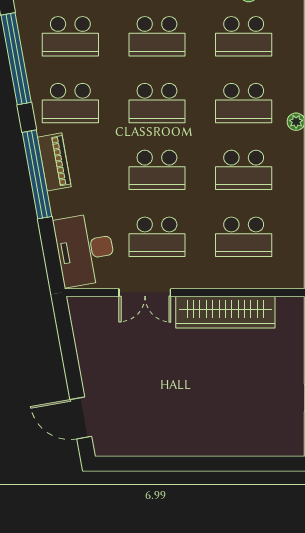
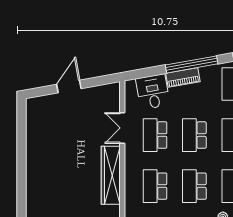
piano: (54, 162) -> (183, 77), moved
desk: (85, 250) -> (153, 92), width x0.73
door: (81, 418) -> (69, 86), moved

